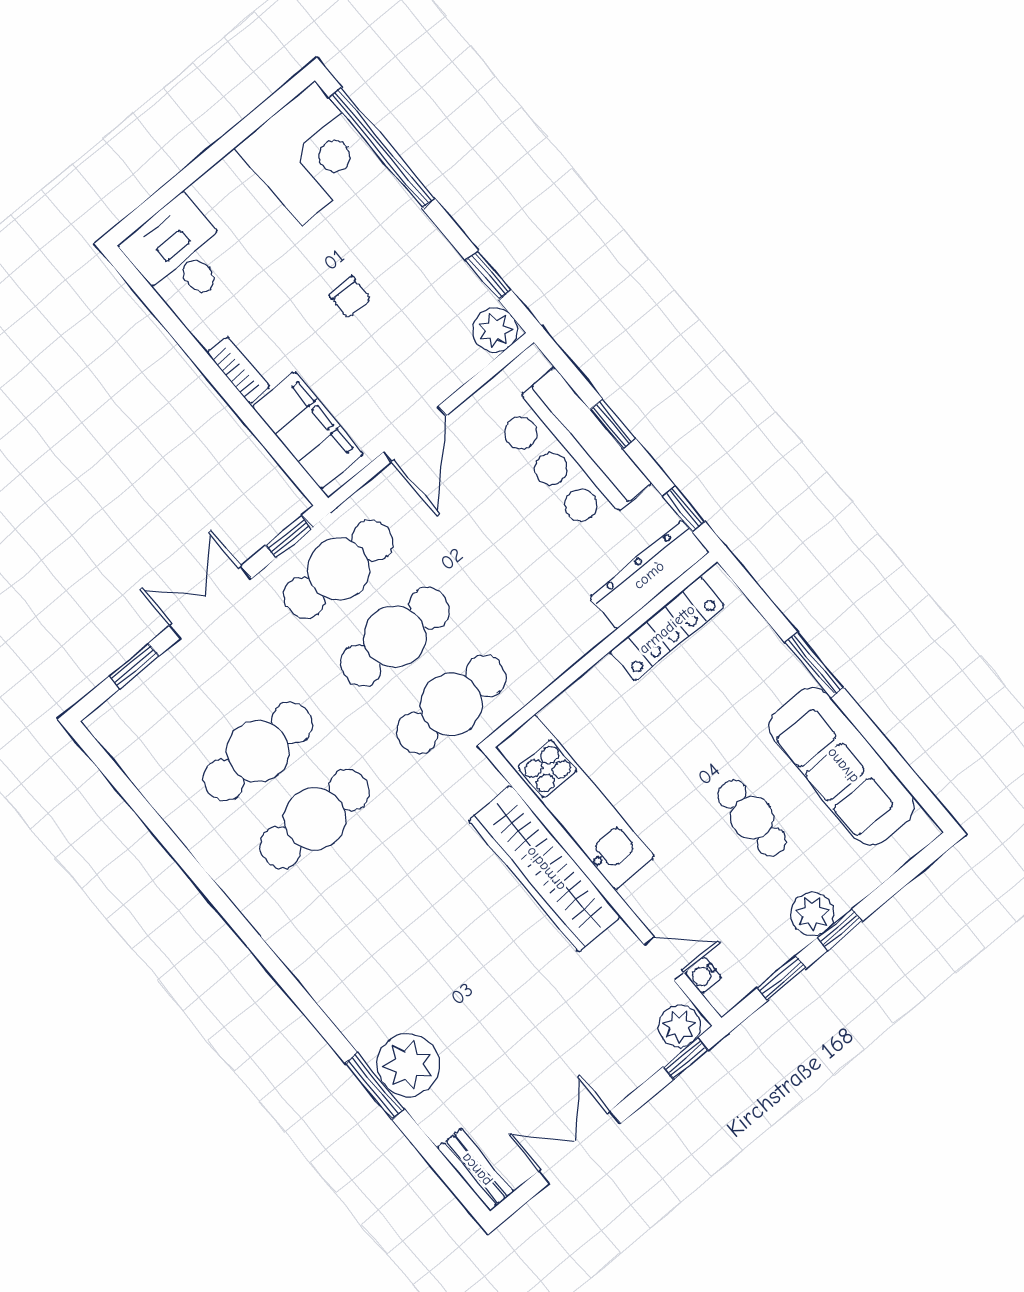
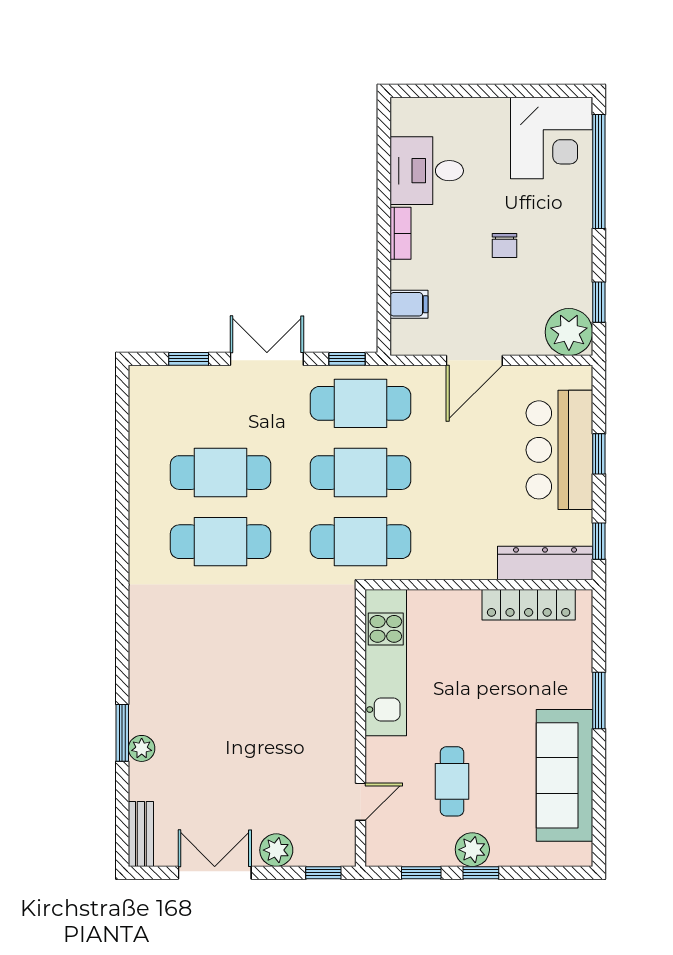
desk: (180, 254) -> (427, 171), moved, turned -90
plant: (495, 330) -> (569, 332), width x1.36, depth x1.36
filing cabinet: (308, 430) -> (409, 304), width x0.33, depth x0.86
cafe table: (752, 818) -> (452, 781), moved
wardrobe: (545, 869) -> (334, 688), removed
door: (664, 959) -> (361, 802), hinge flipped
water cooler: (703, 975) -> (376, 831), removed
plant: (679, 1026) -> (276, 850), moved
plant: (408, 1065) -> (142, 748), width x0.53, depth x0.53

